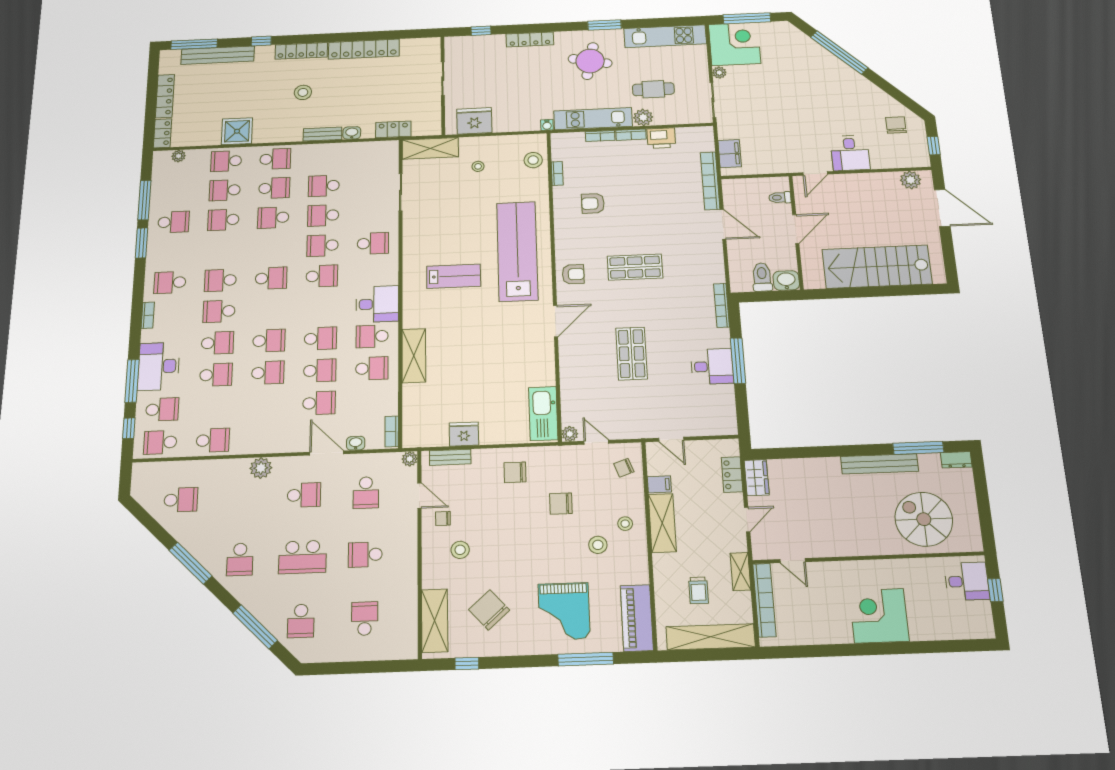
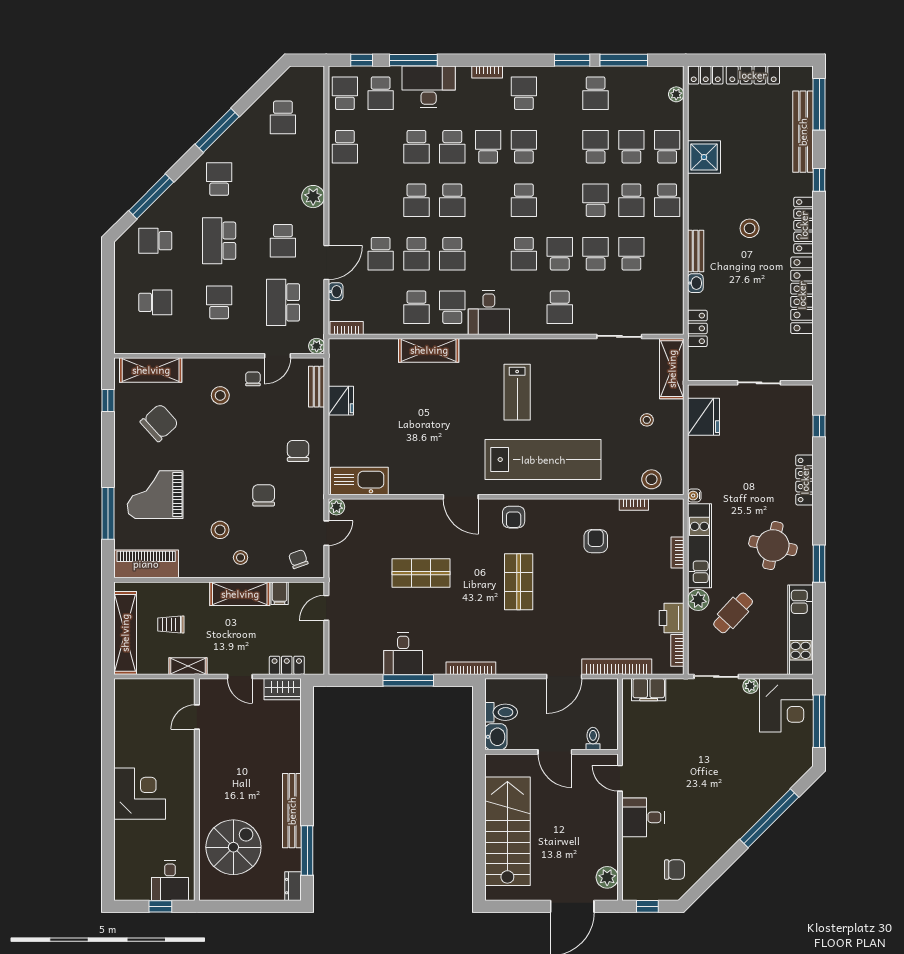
cafe table: (653, 89) -> (733, 613), turned 43
bookcase: (631, 135) -> (677, 650), moved
school desk: (366, 493) -> (283, 302), width x1.85
school desk: (240, 559) -> (219, 179), turned 90
bookcase: (764, 600) -> (159, 687), removed

